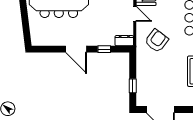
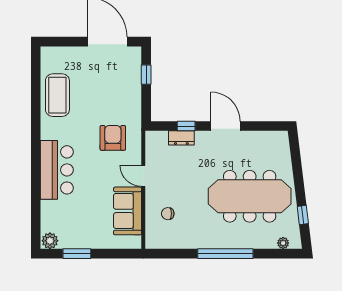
dresser: (124, 41) -> (181, 138), moved
armchair: (157, 41) -> (113, 138), turned 143

